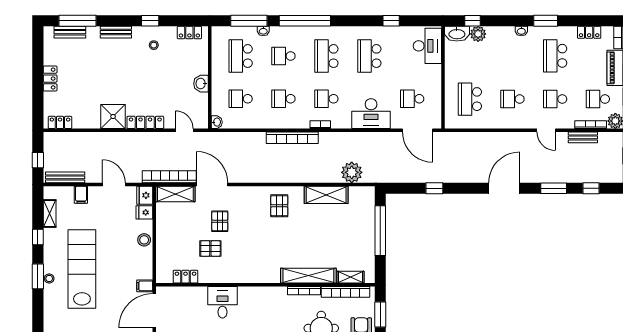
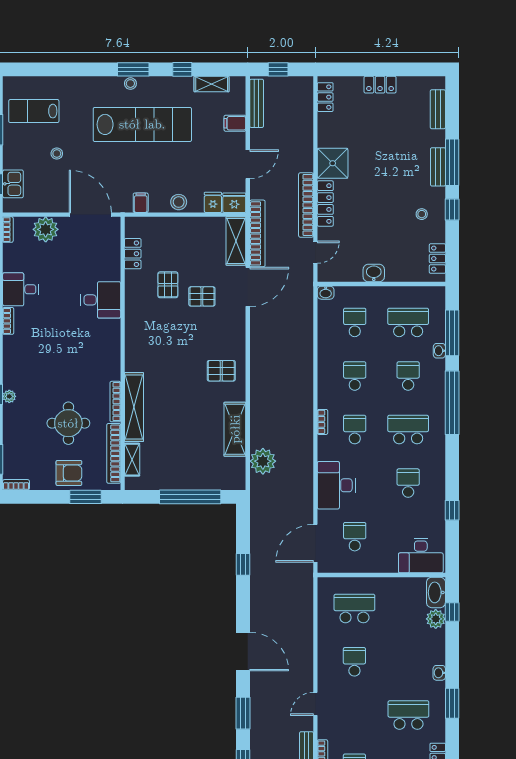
window: (78, 21) -> (452, 162), moved
school desk: (369, 56) -> (408, 483), width x0.54
school desk: (555, 99) -> (354, 715), removed
bookcase: (292, 138) -> (306, 205), moved
filing cabinet: (145, 286) -> (141, 203), moved

